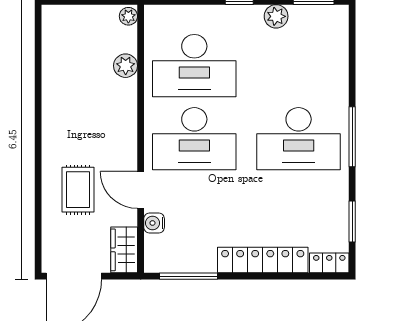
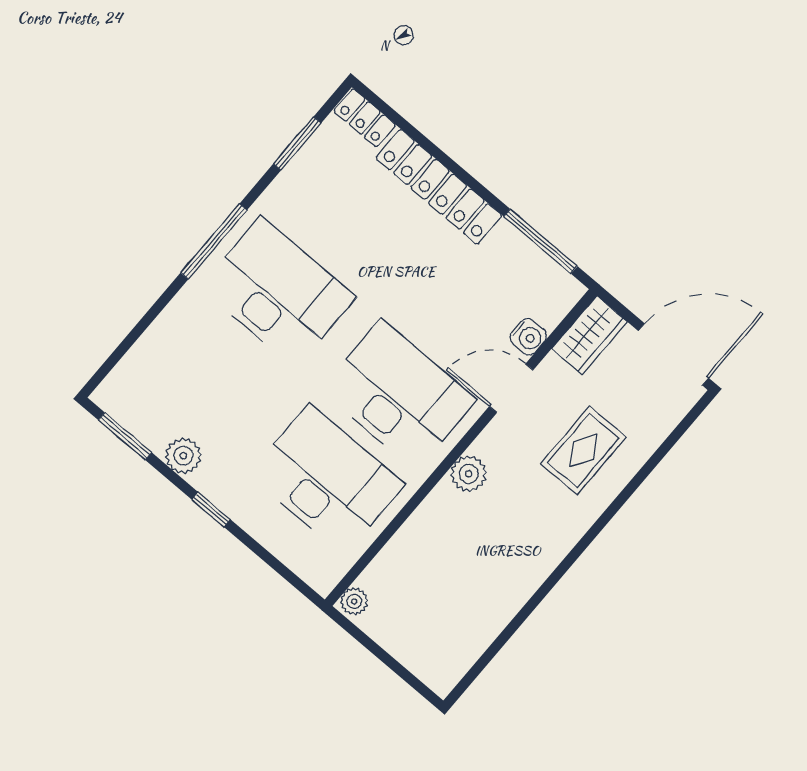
plant: (126, 66) -> (469, 474), moved
door: (141, 190) -> (511, 388), swing flipped

